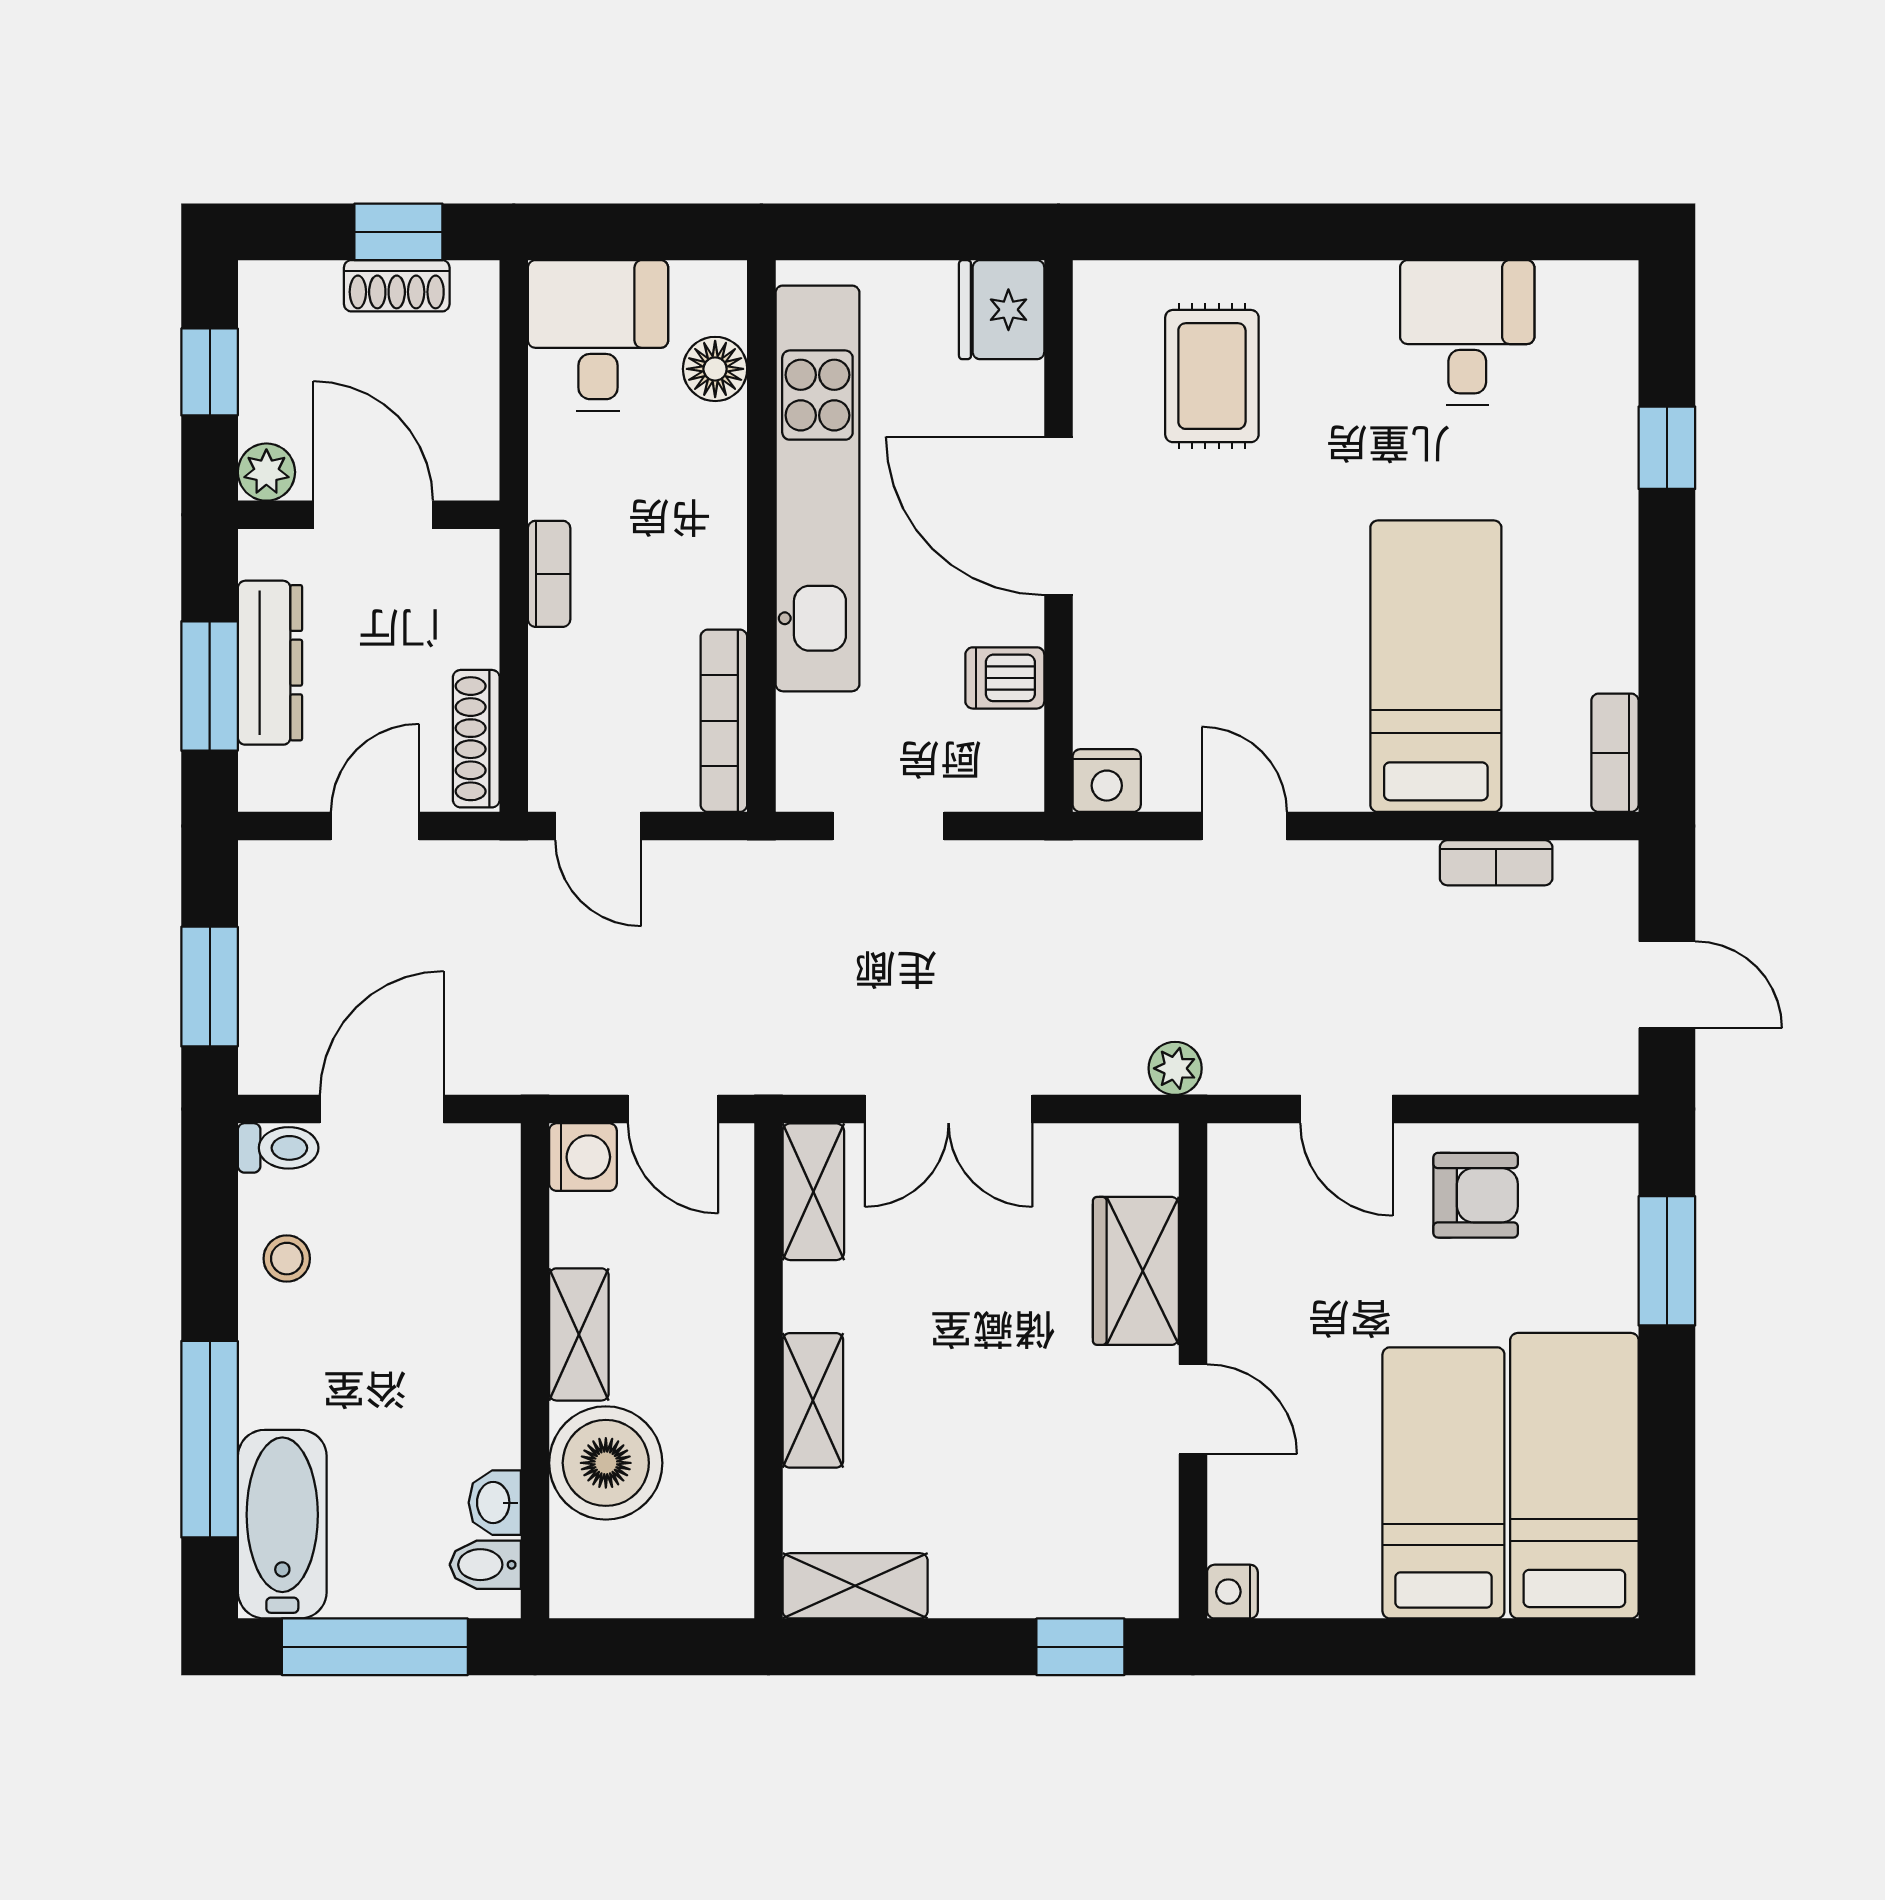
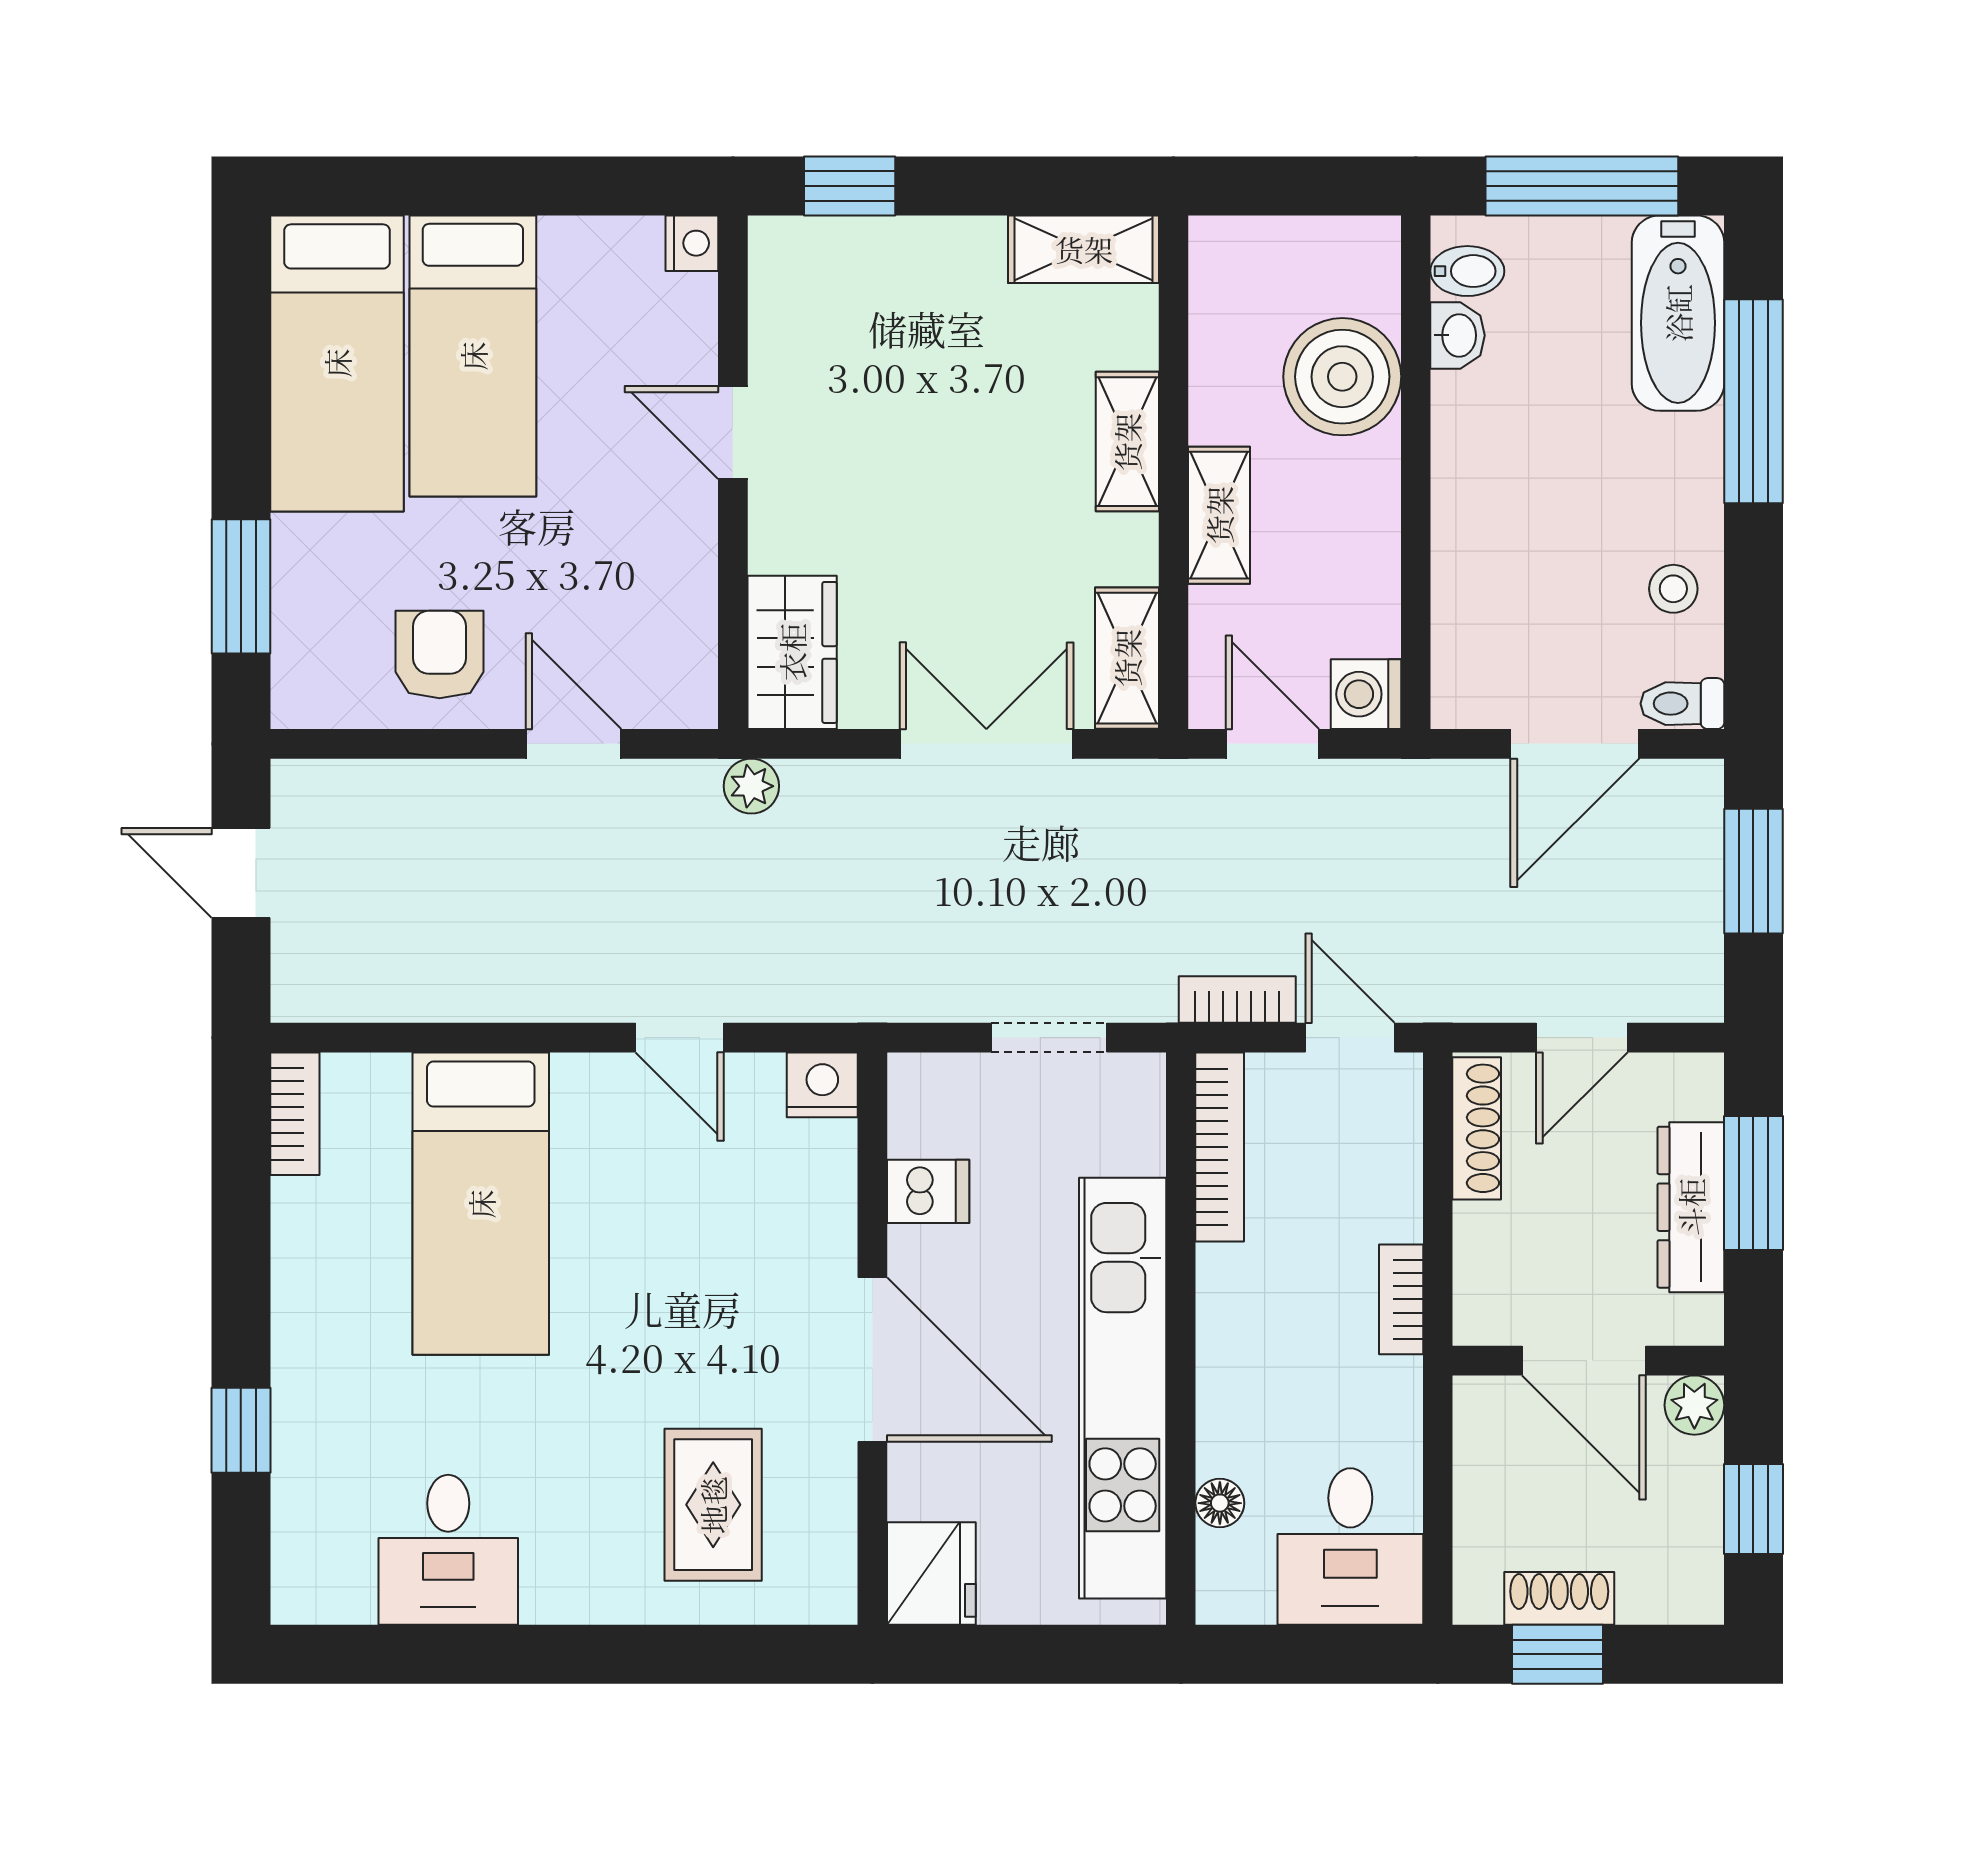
floor lamp: (715, 369) -> (1220, 1503), width x0.73, depth x0.73
bookcase: (1496, 863) -> (1237, 1000), moved
armchair: (1476, 1195) -> (440, 655), turned 90
wardrobe: (1136, 1271) -> (792, 652), moved
shelving: (579, 1334) -> (1219, 515), moved

